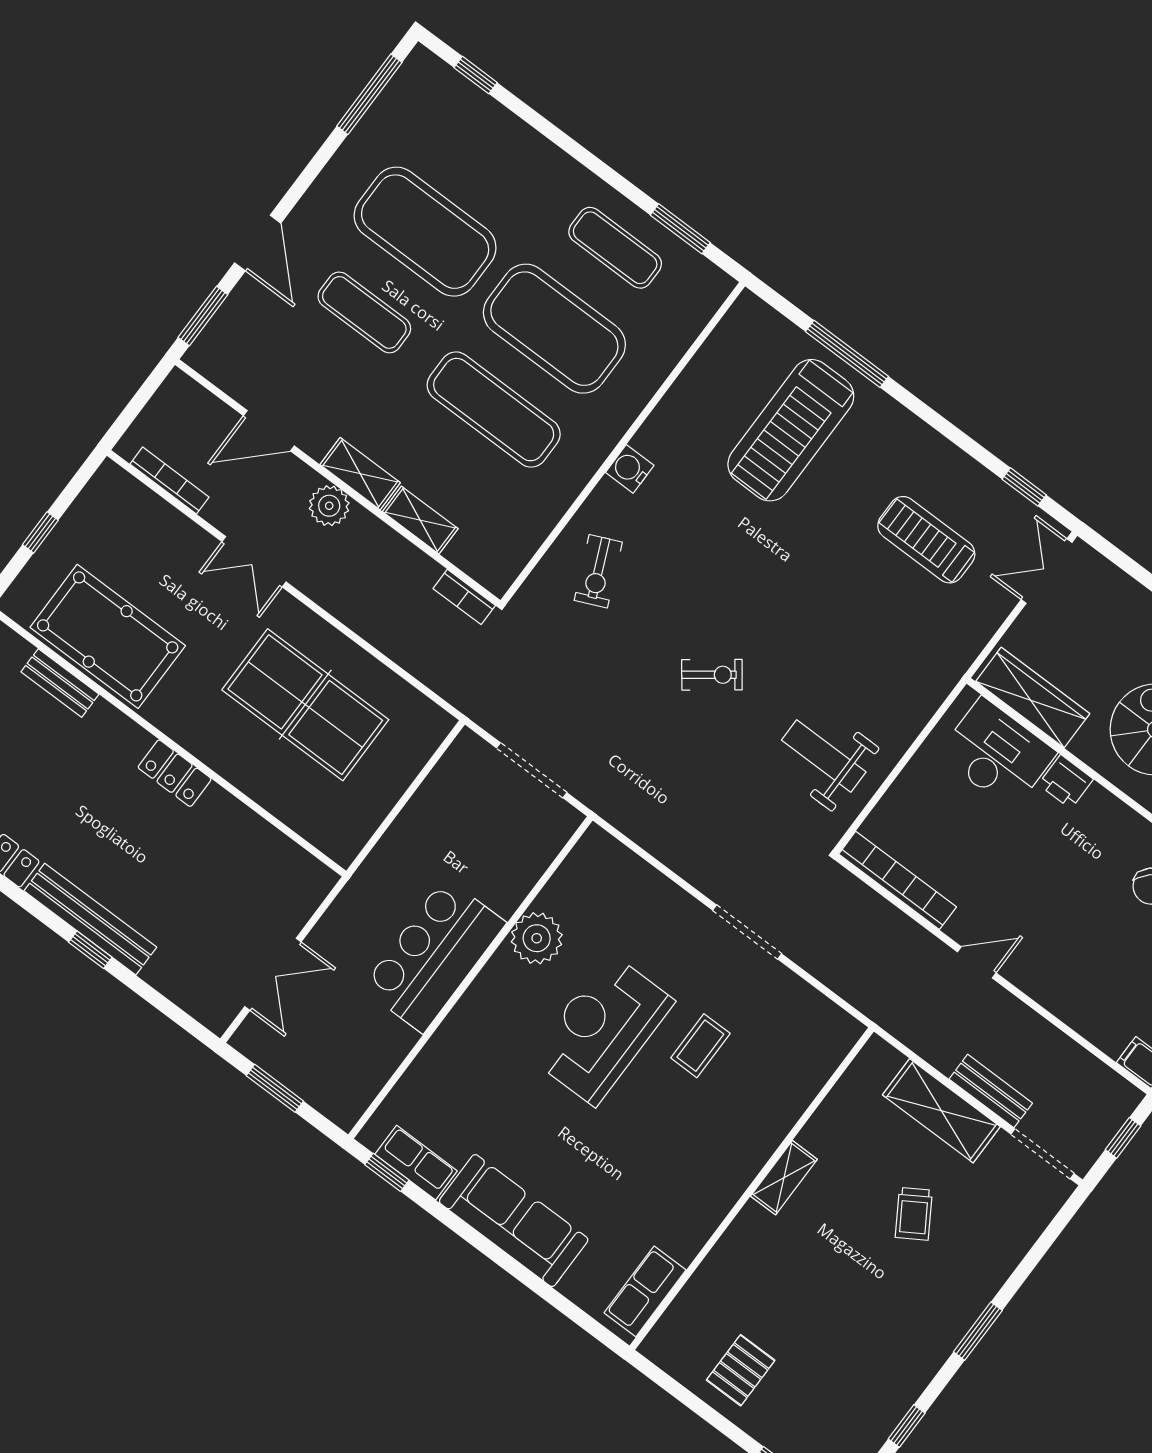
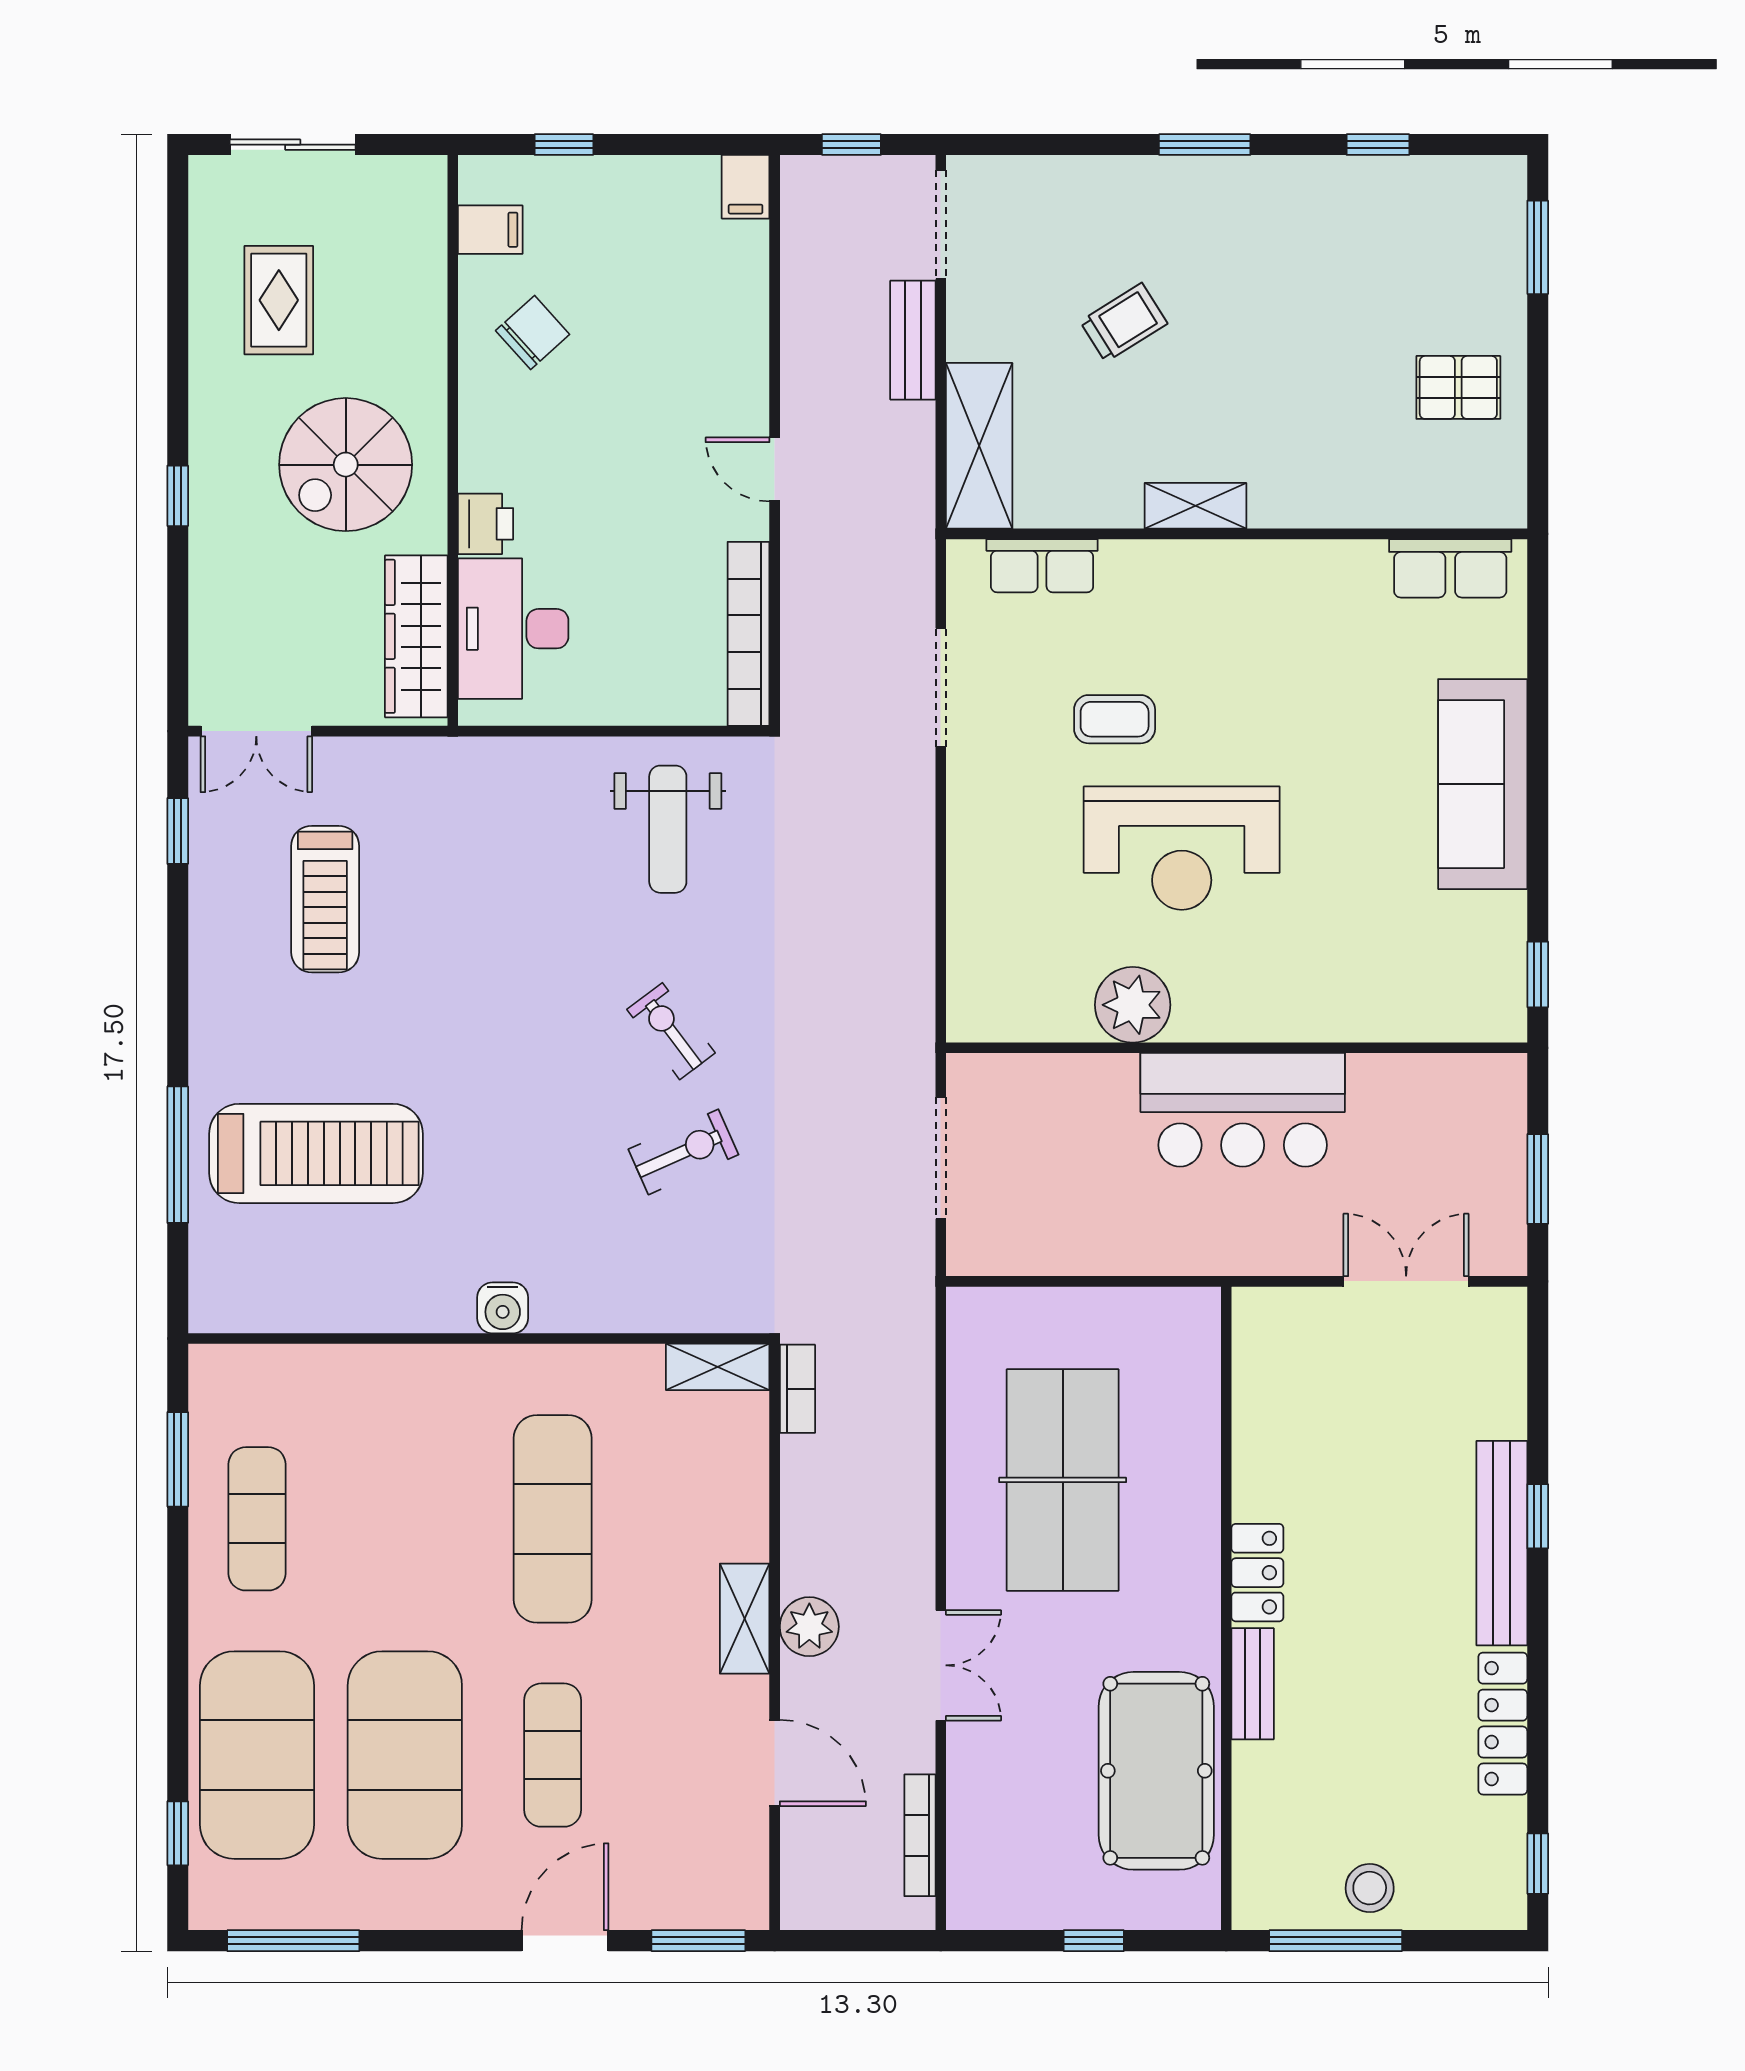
exercise mat: (554, 329) -> (257, 1755), moved
shelving: (420, 520) -> (718, 1367), moved, turned 90
exercise bike: (598, 571) -> (683, 1152), moved
bench: (60, 683) -> (1253, 1684), moved
doorway: (747, 932) -> (941, 688), moved
shelving: (941, 1111) -> (979, 446), moved
row of seats: (416, 1163) -> (1042, 566), moved, turned -90

